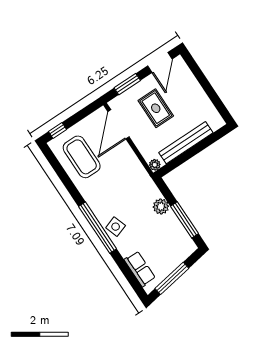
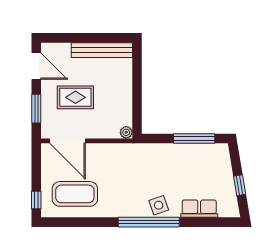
bench: (186, 143) -> (102, 50), moved, turned 90
plant: (161, 207) -> (168, 152), removed
row of seats: (140, 269) -> (199, 209), moved
window: (172, 278) -> (240, 185), width x0.46

